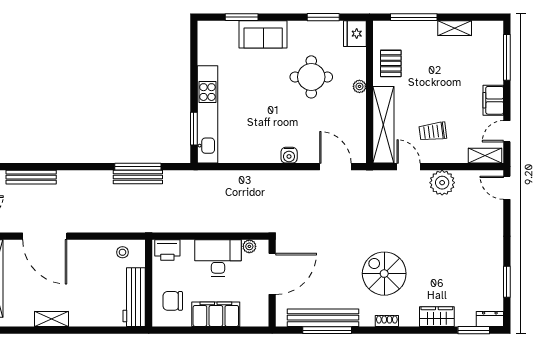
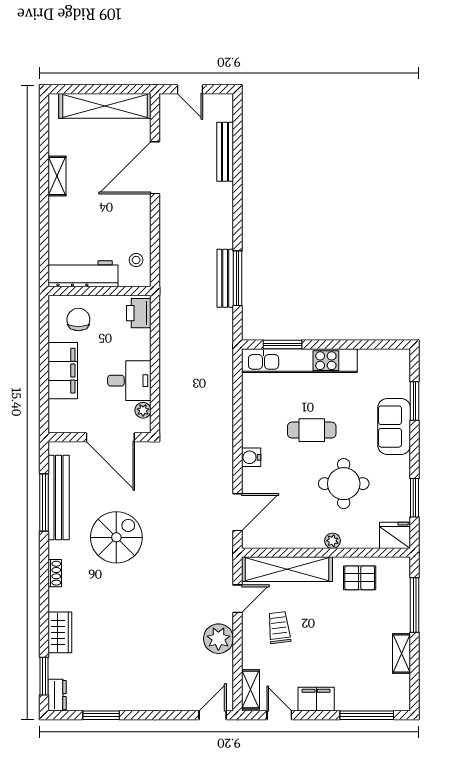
cafe table: (266, 104) -> (312, 430), added
desk: (218, 258) -> (129, 381), width x0.73
spiral stairs: (384, 274) -> (116, 537), moved

